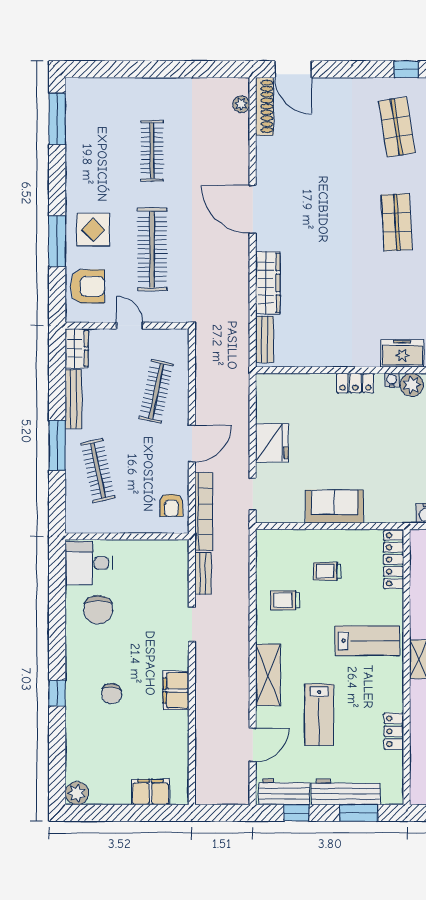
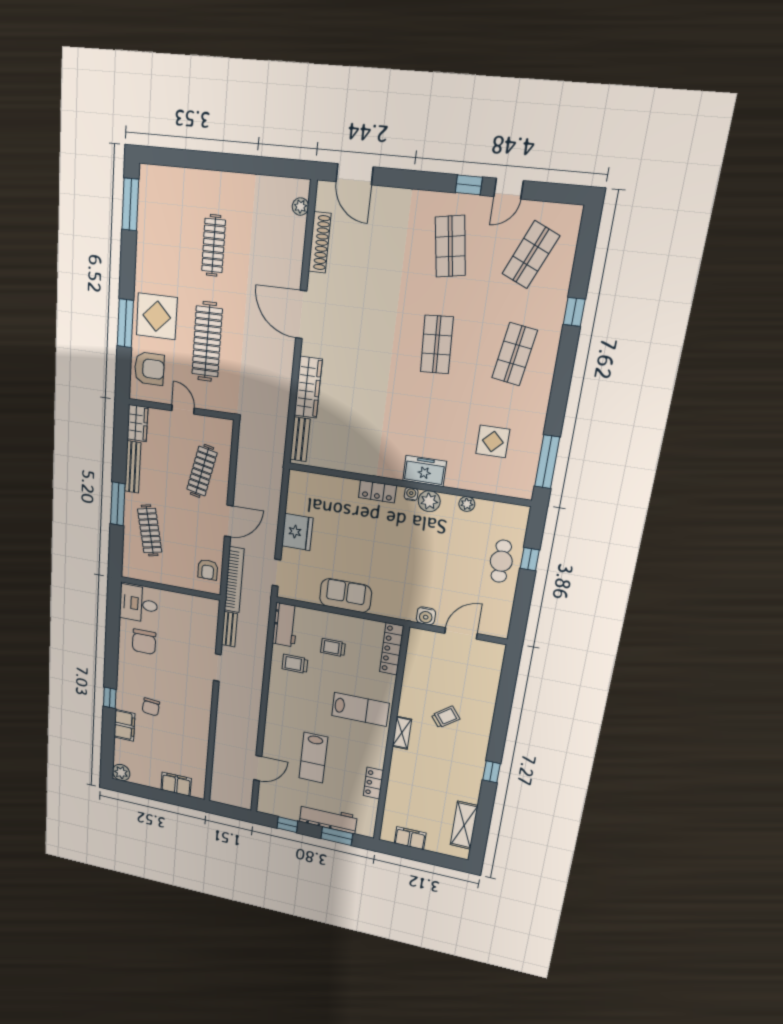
shoe rack: (265, 106) -> (320, 242), moved
display table: (93, 230) -> (157, 316), width x1.36, depth x1.36
shelving: (268, 675) -> (275, 719), removed
filing cabinet: (176, 690) -> (124, 725), moved, turned 180
workbench: (284, 792) -> (285, 625), moved, turned 90

